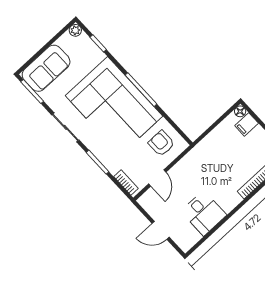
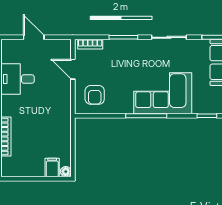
corner sofa: (114, 106) -> (163, 93), width x0.73, depth x0.74
armchair: (161, 143) -> (95, 95), turned 90
door: (161, 230) -> (34, 37), hinge flipped

